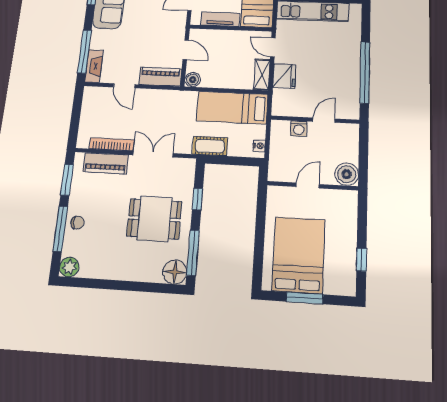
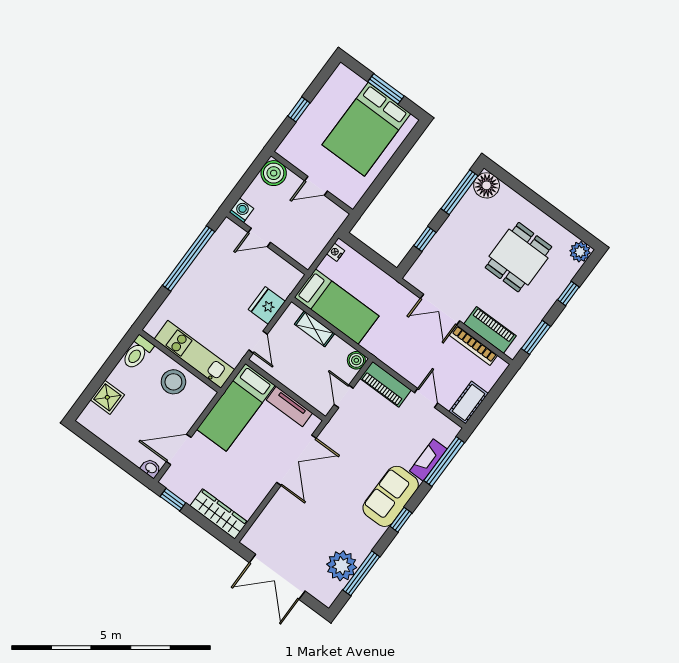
fireplace: (94, 66) -> (428, 460), moved
shelving: (262, 75) -> (315, 329), moved, turned 90
washing machine: (299, 129) -> (241, 210), moved
cot: (210, 146) -> (469, 403), moved, turned 90
dining table: (154, 219) -> (518, 257), moved, turned 90
chair: (78, 223) -> (549, 289), removed
window: (60, 229) -> (568, 293), width x0.46
window: (361, 260) -> (299, 109), moved

